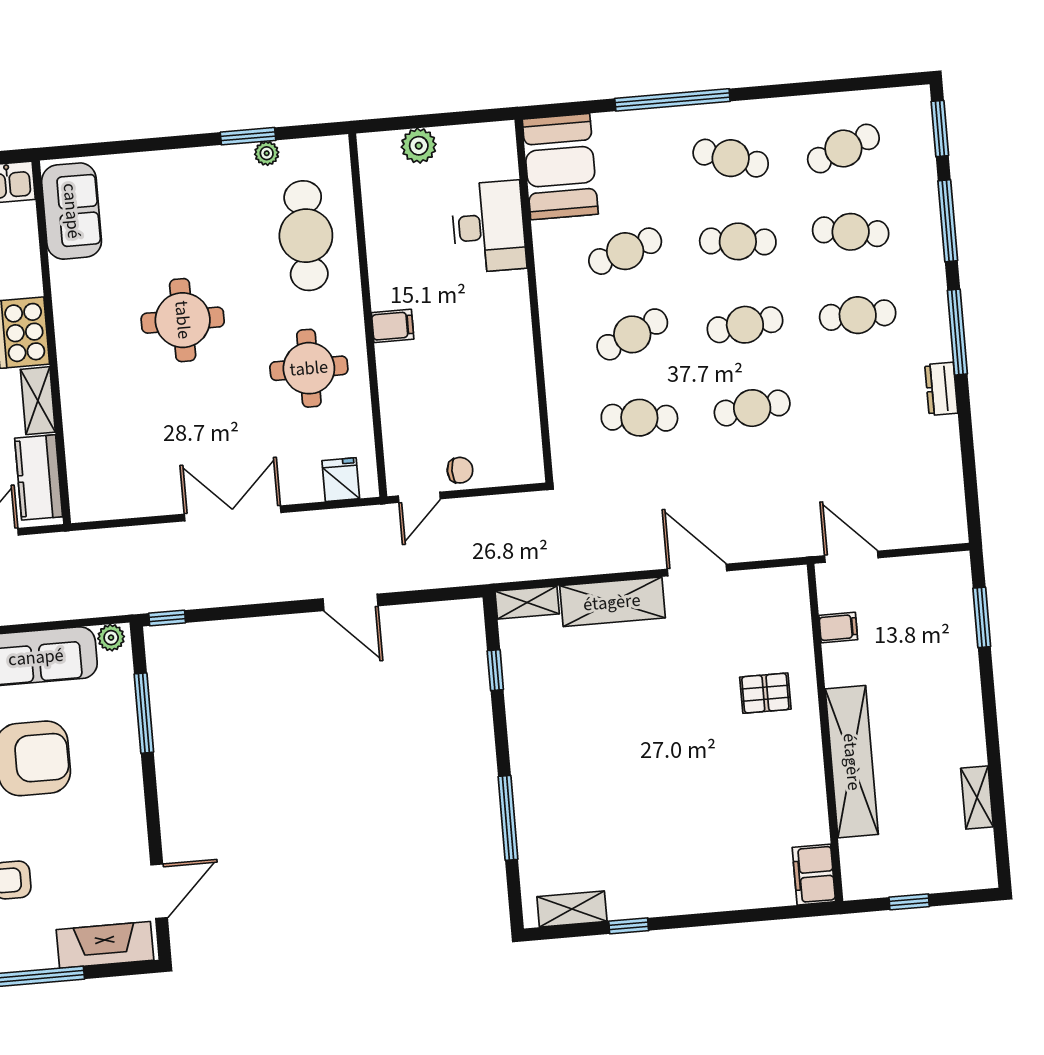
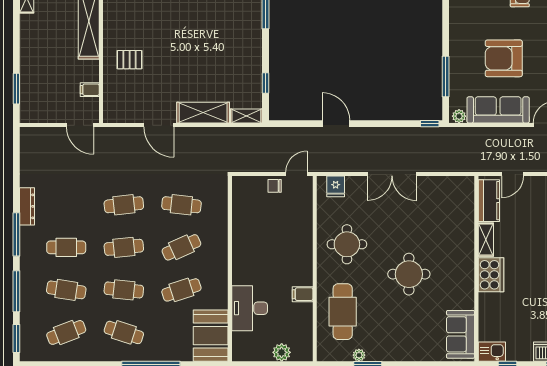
filing cabinet: (393, 326) -> (303, 294), moved
dresser: (941, 389) -> (27, 206), width x1.44

